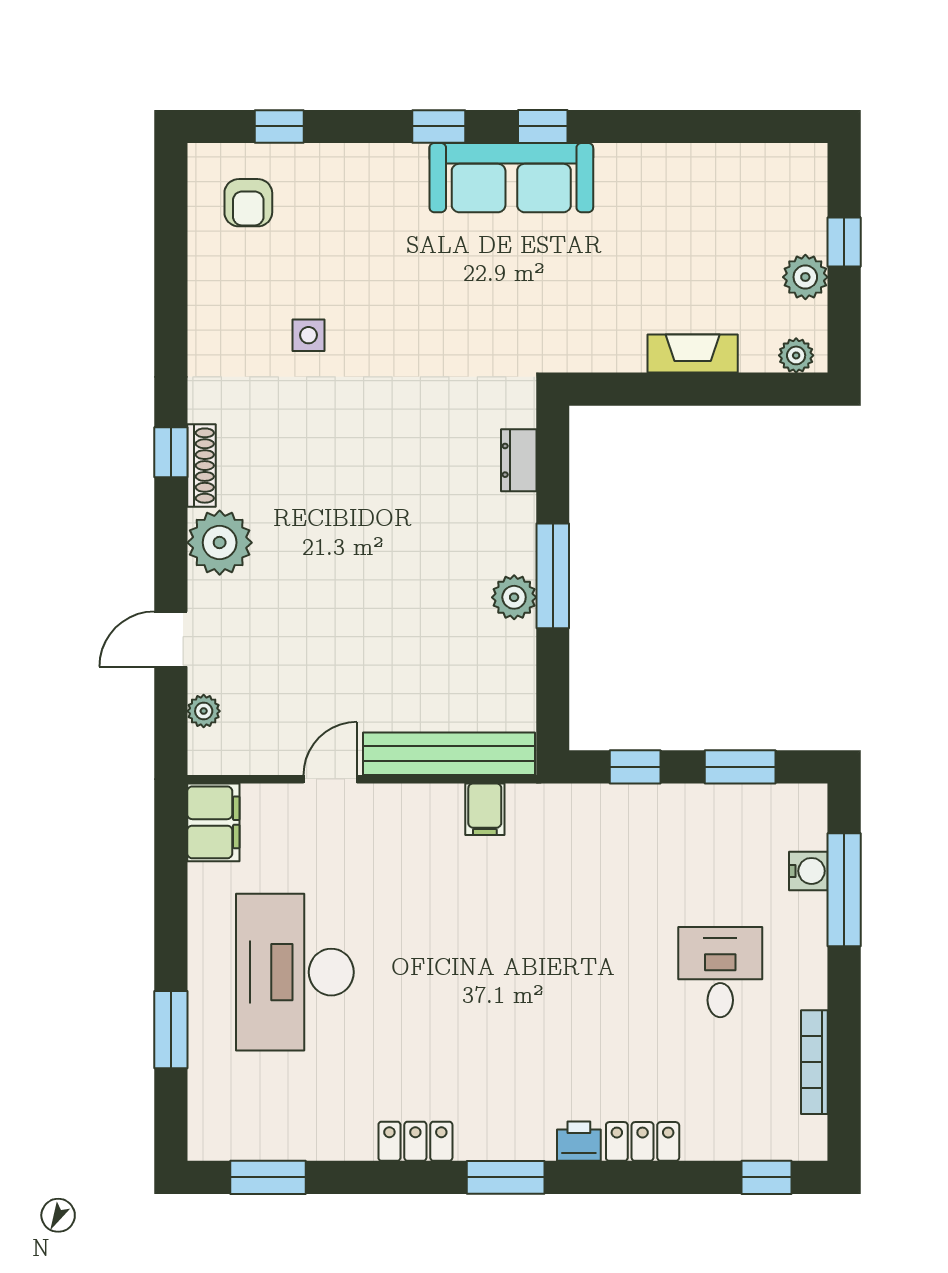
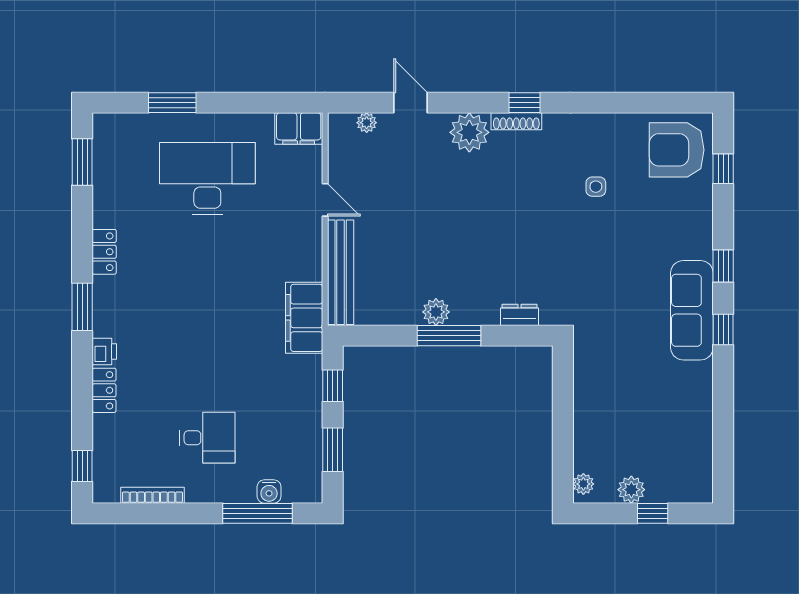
armchair: (248, 203) -> (677, 150), width x1.88, depth x1.88
fireplace: (693, 354) -> (585, 421), removed
filing cabinet: (485, 809) -> (304, 318), width x3.00, depth x1.17

